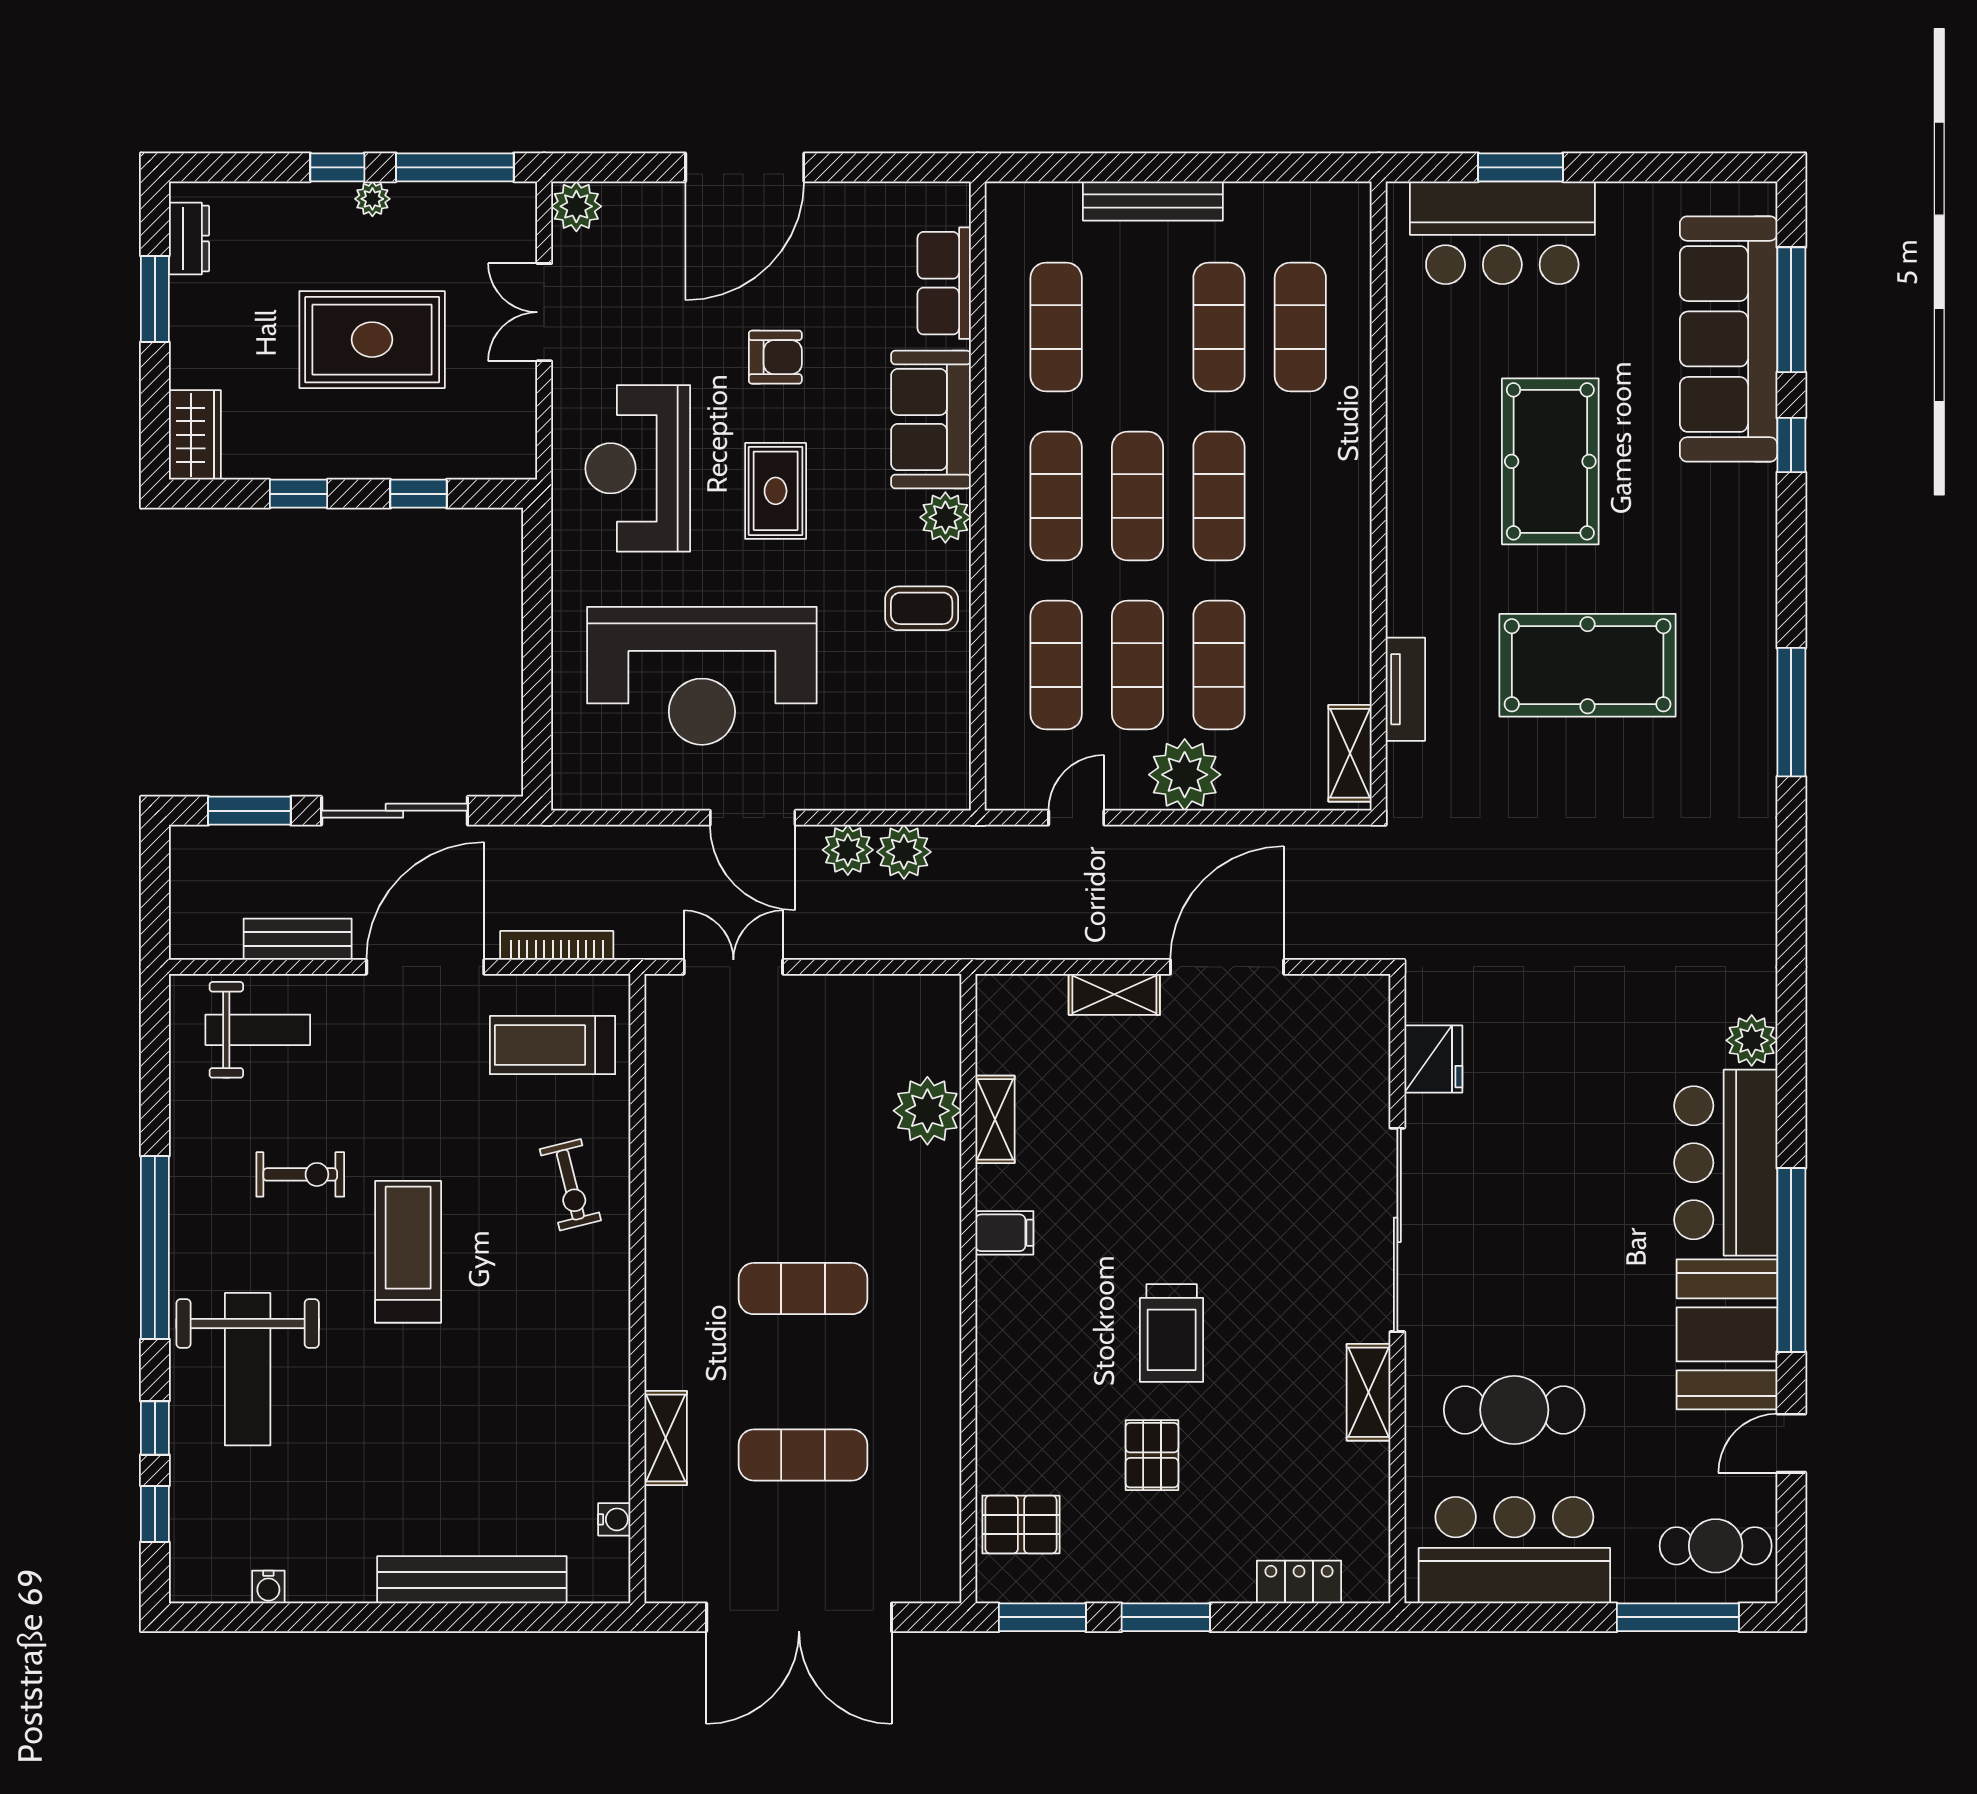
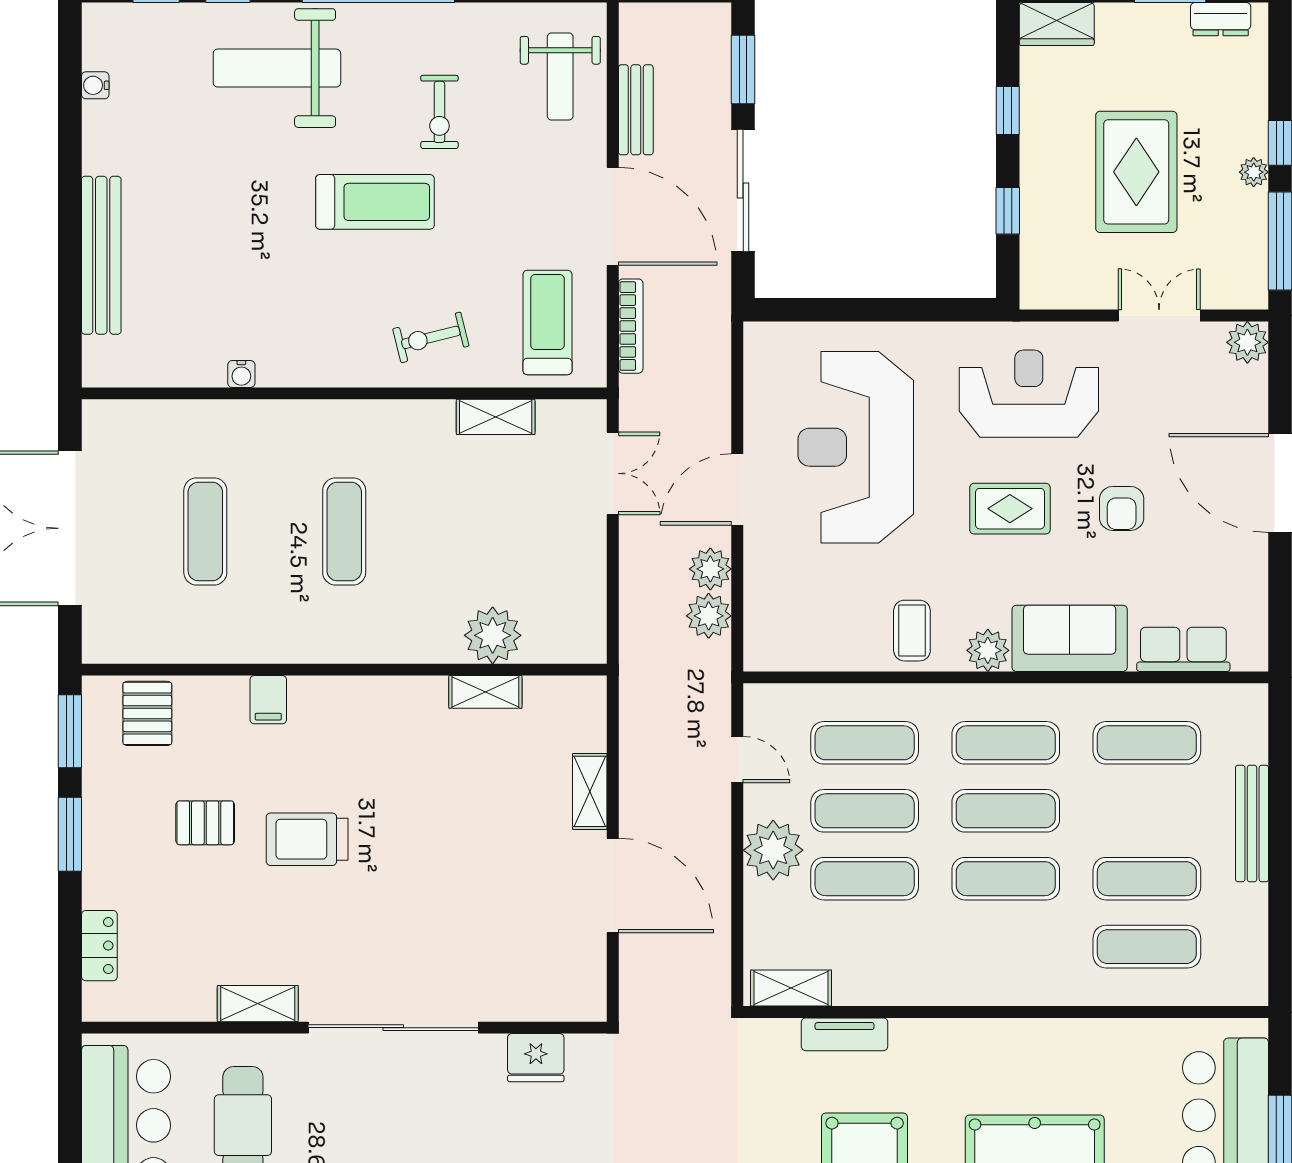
filing cabinet: (1004, 1233) -> (268, 700), moved
shelving: (666, 1438) -> (496, 417), moved
water cooler: (614, 1519) -> (241, 374), moved

